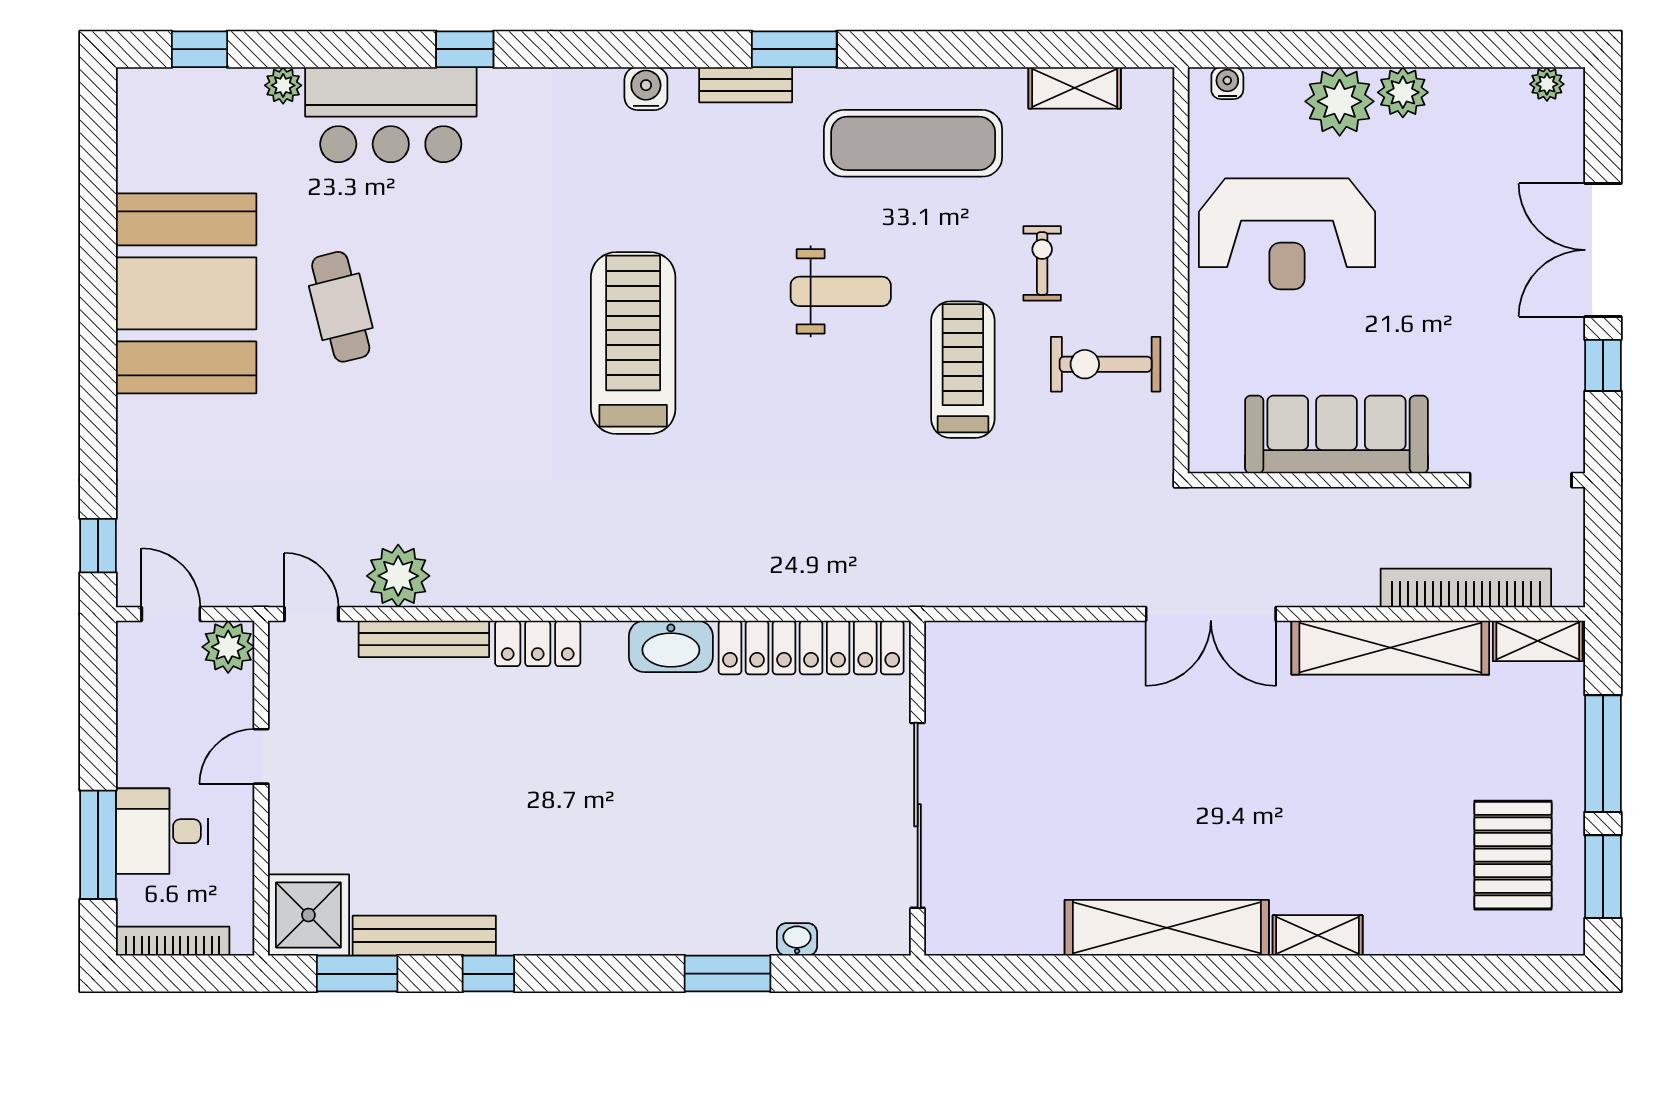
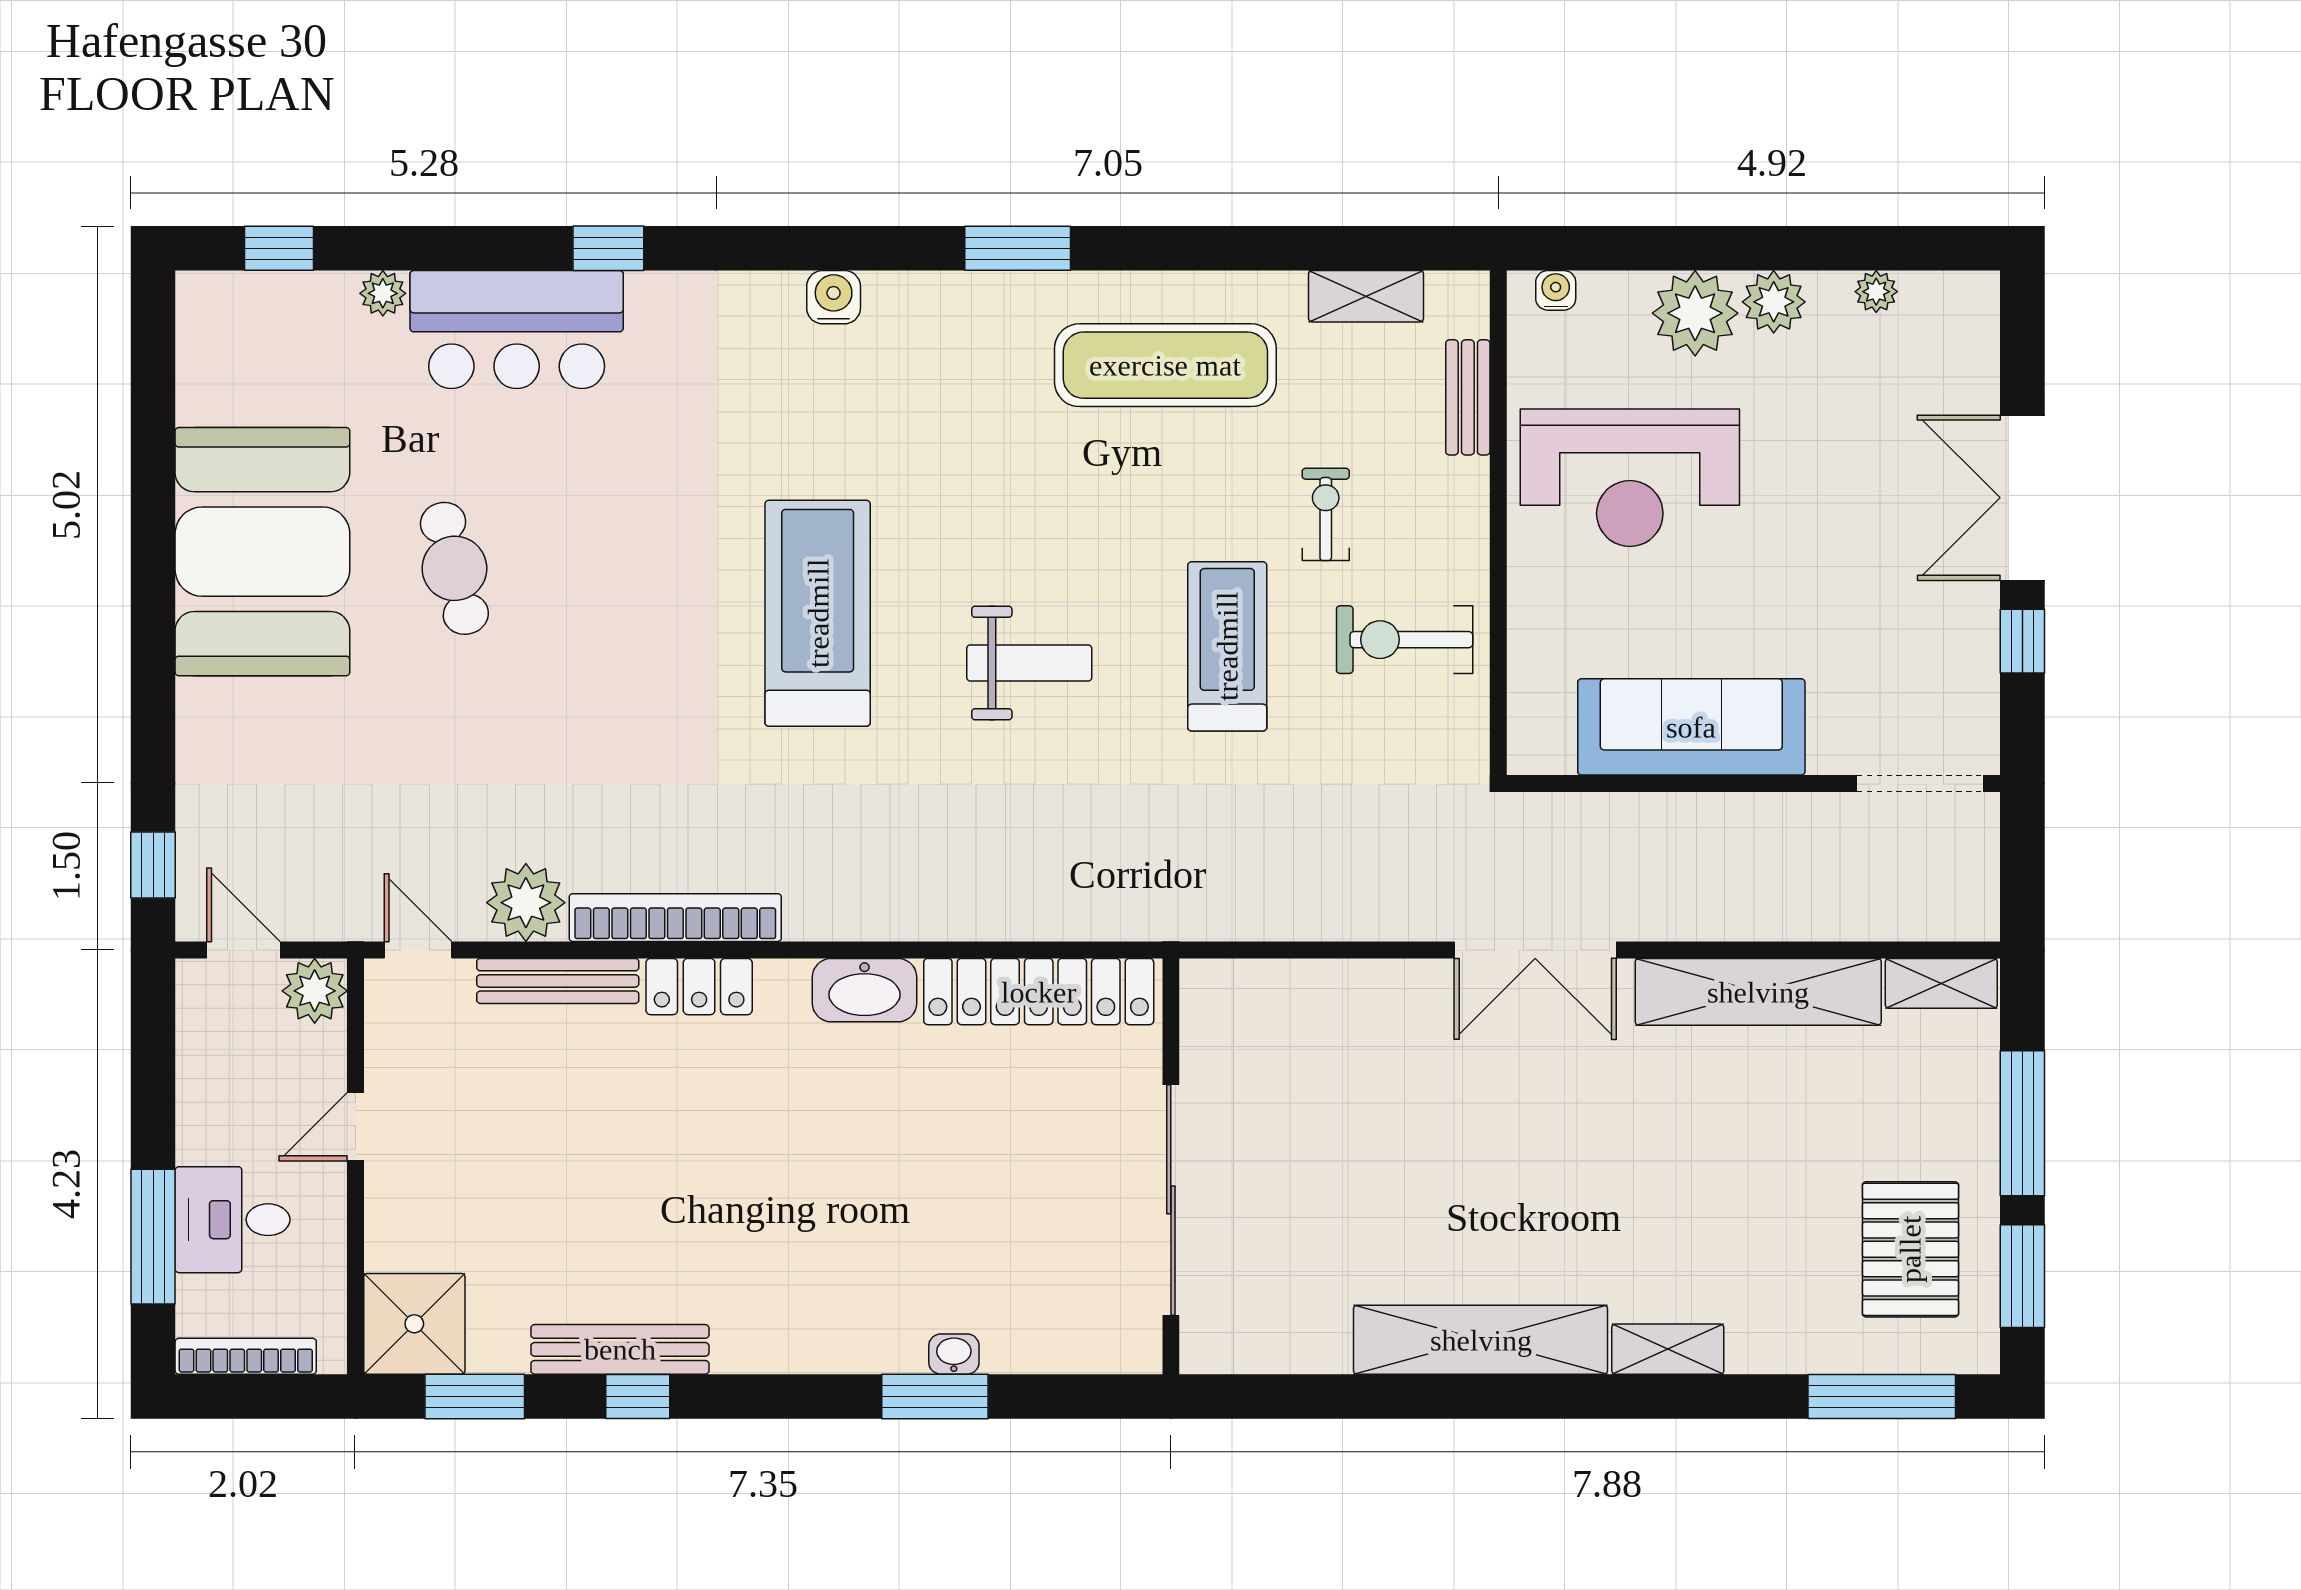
plant: (1547, 84) -> (1876, 292), moved
bench: (746, 85) -> (1468, 397), moved, turned 90
weight bench: (841, 291) -> (1029, 663), moved
bookcase: (1466, 588) -> (675, 918), moved
bench: (424, 936) -> (620, 1349), moved
washbasin: (797, 939) -> (954, 1354), moved
window: (1490, 974) -> (1882, 1396), added

